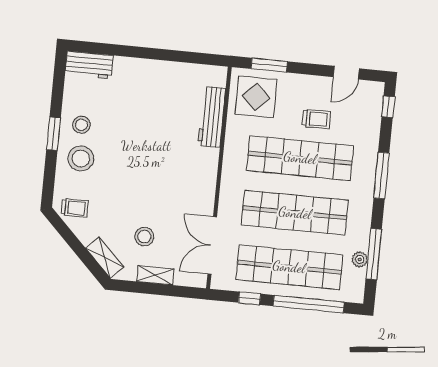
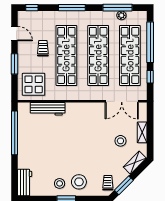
window: (176, 56) -> (15, 133), added
window: (269, 65) -> (15, 64), moved
window: (67, 235) -> (124, 185), added

